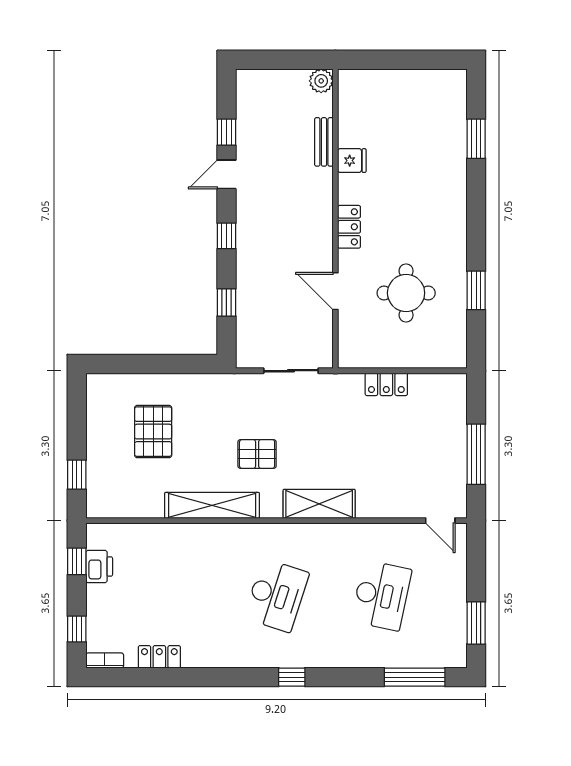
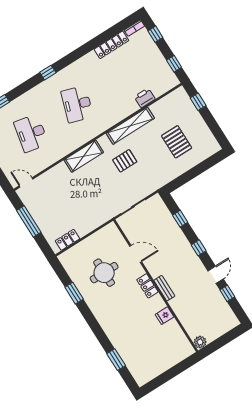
bench: (324, 142) -> (164, 288), moved
locker: (386, 384) -> (67, 240), moved
printer: (99, 567) -> (145, 98), moved, turned 90
locker: (159, 657) -> (111, 45), width x1.53

